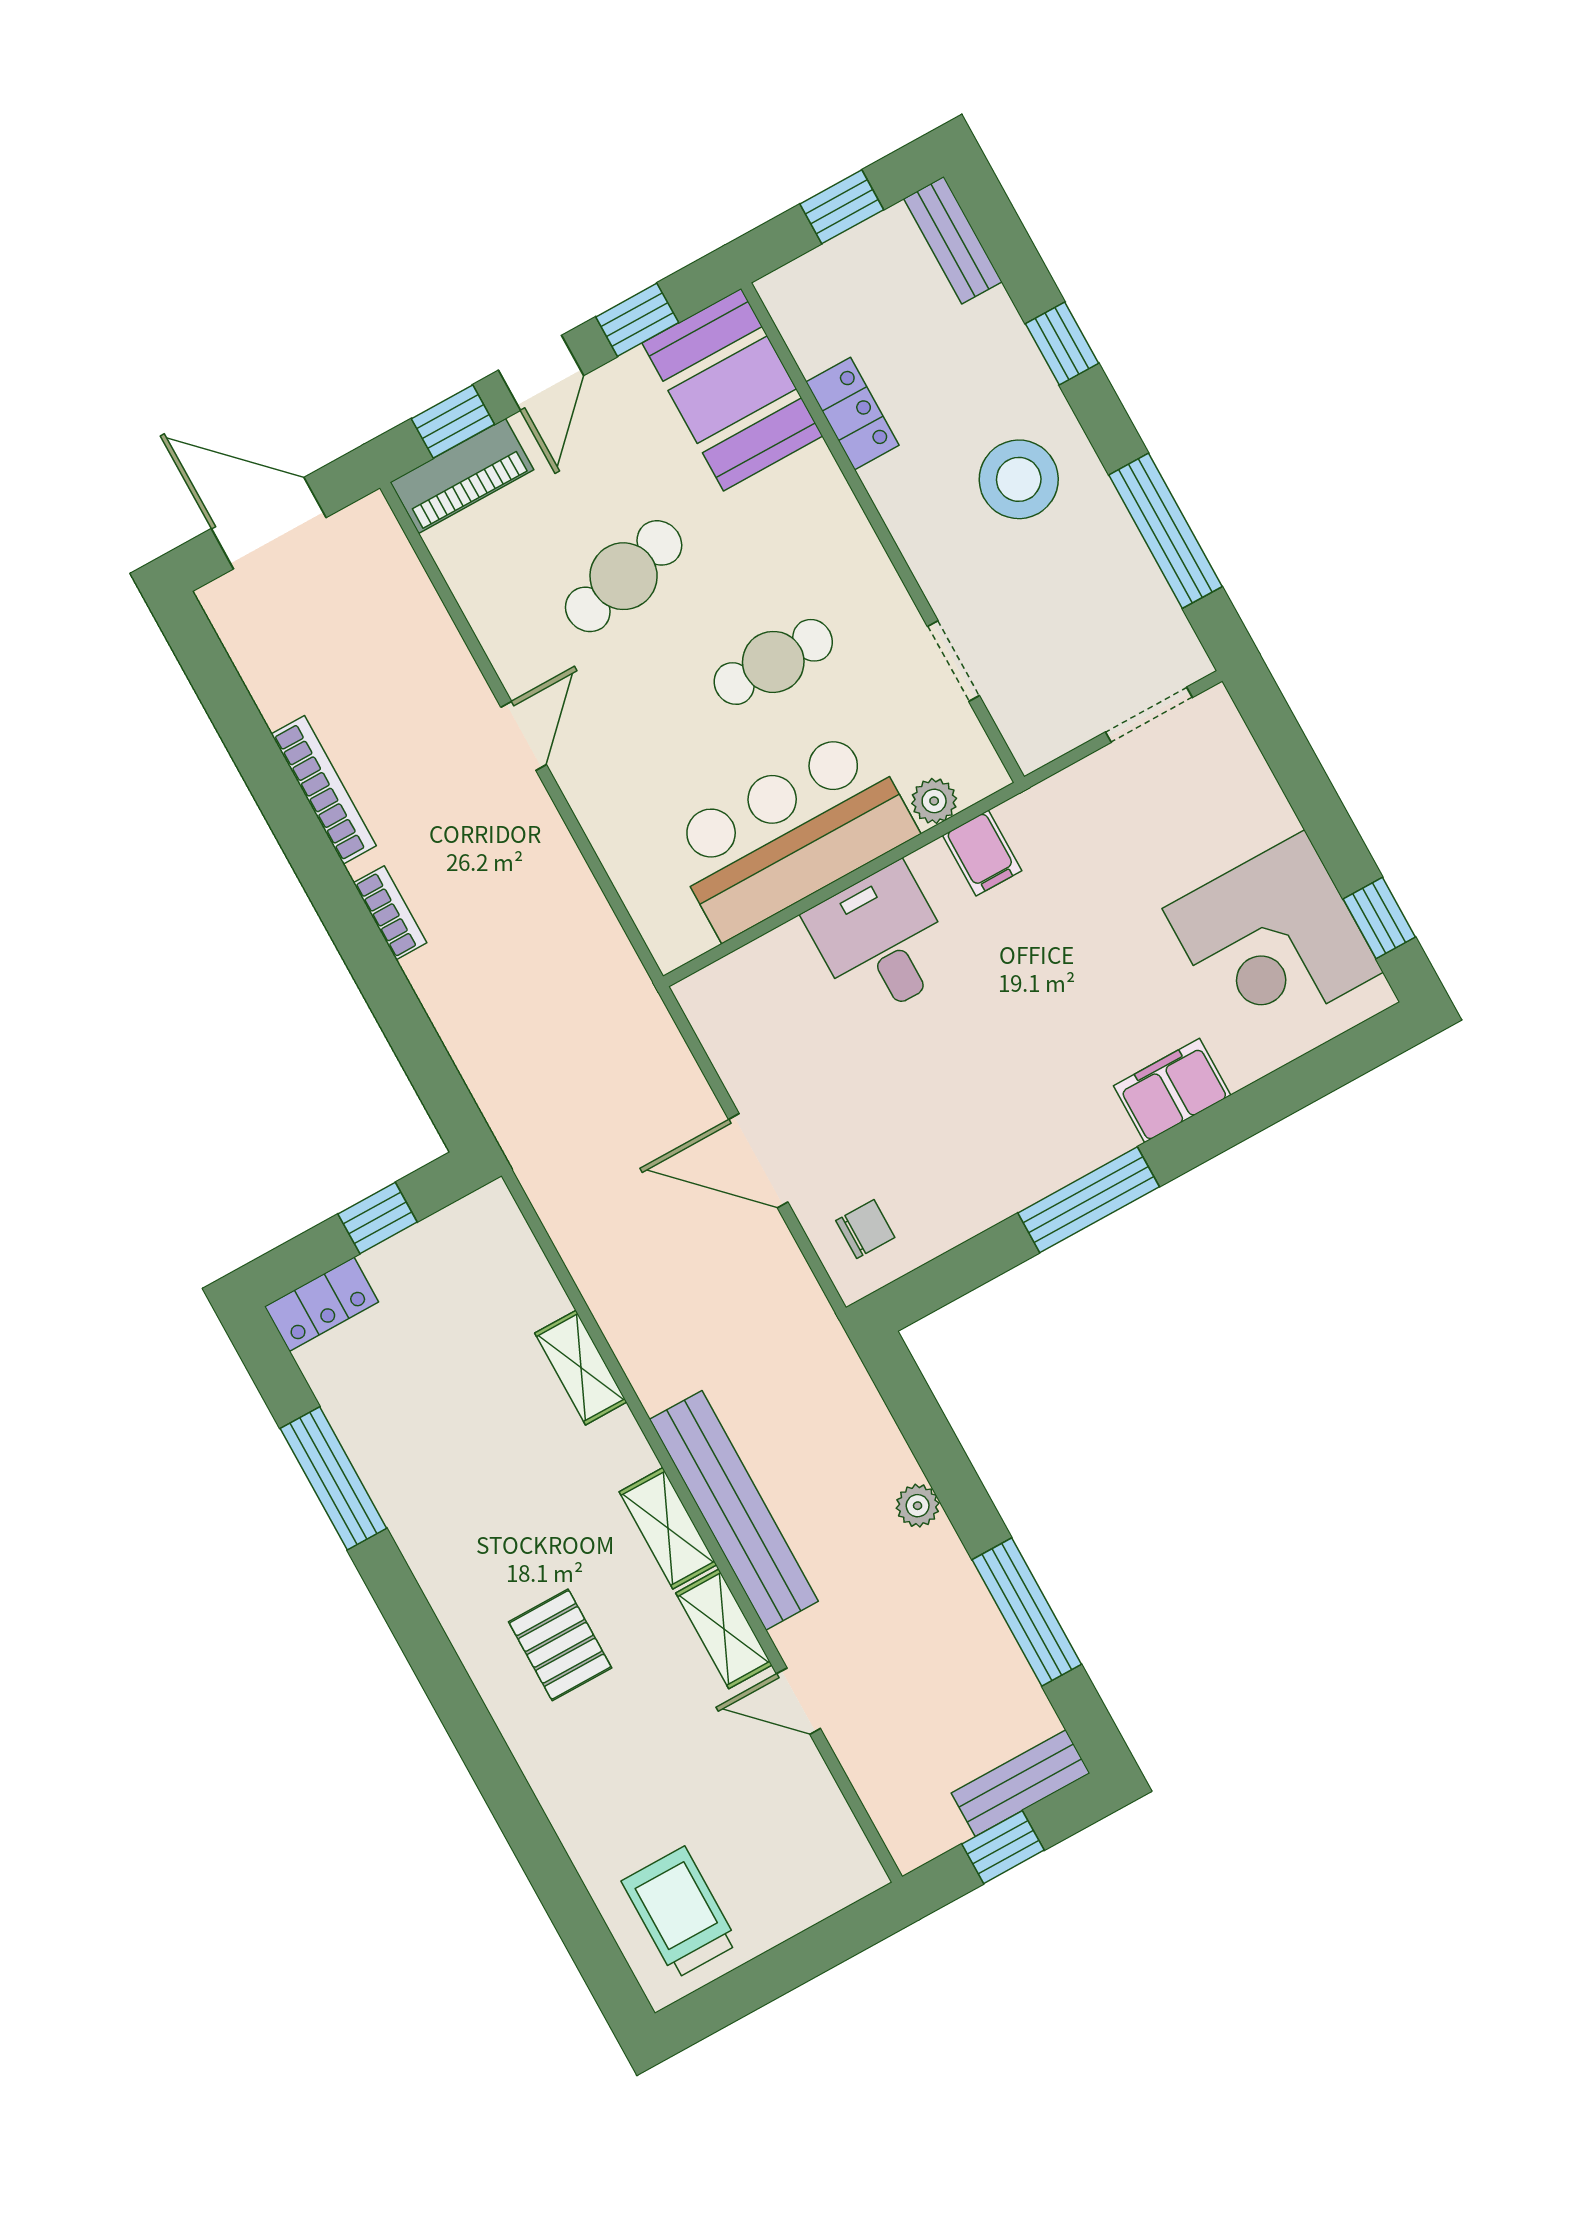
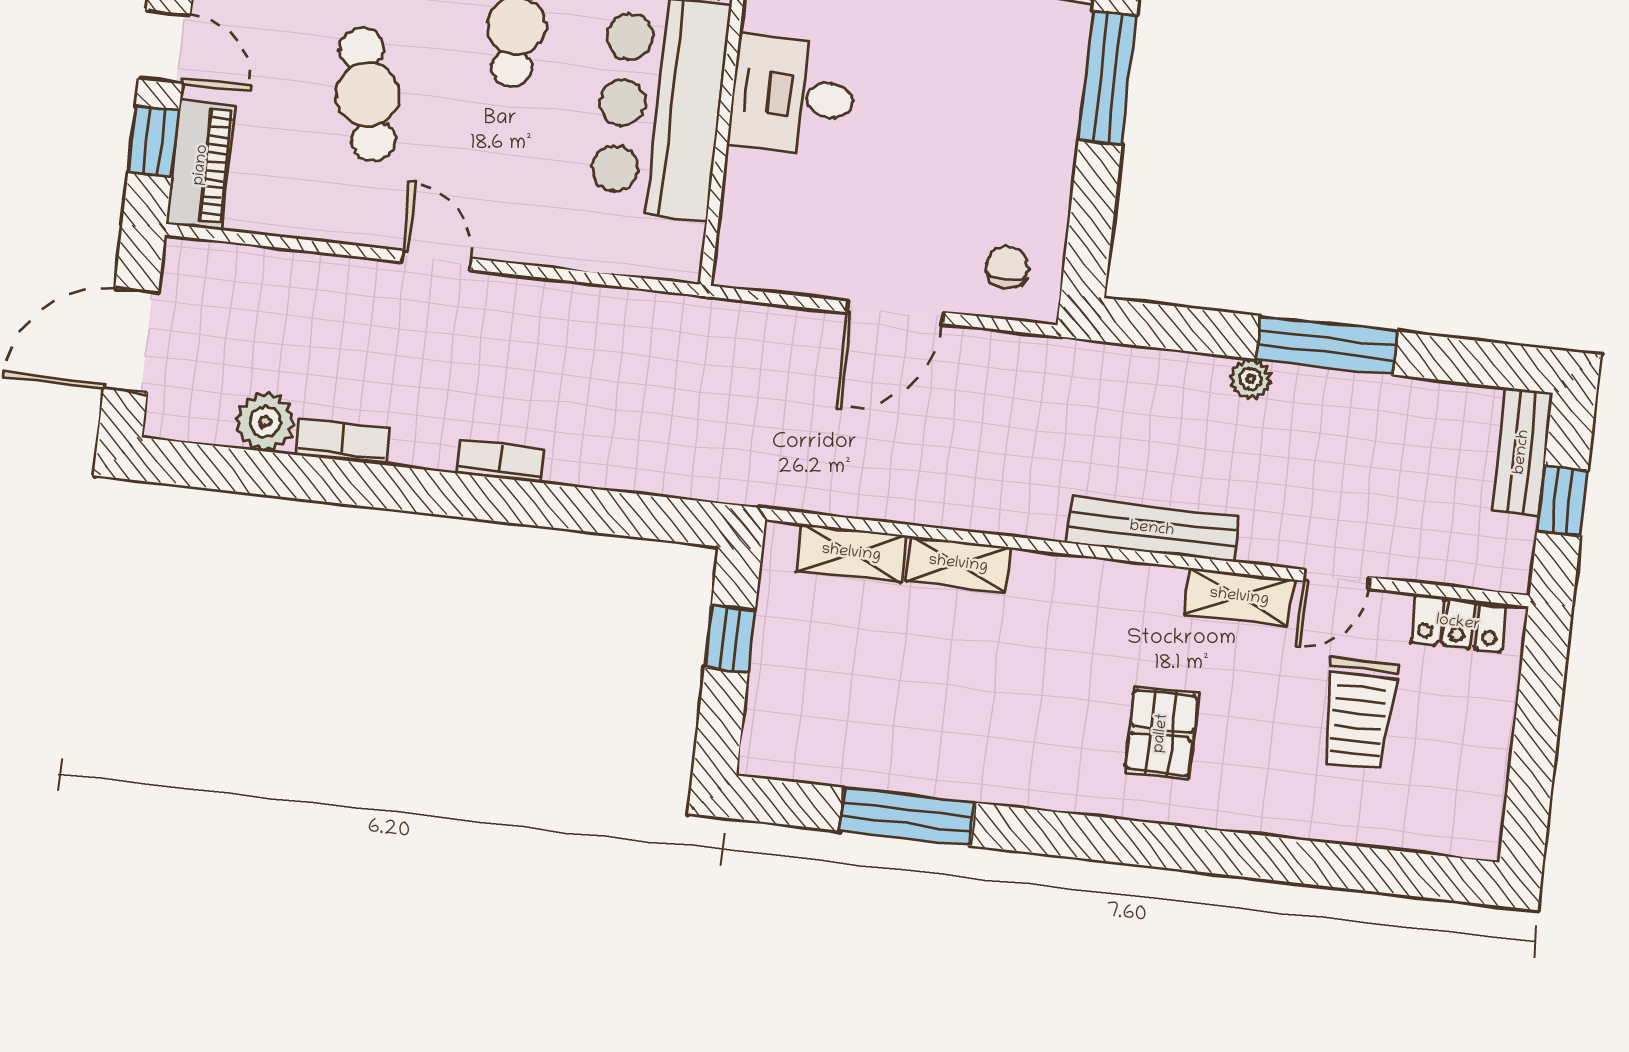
plant: (281, 688) -> (265, 422), added
bookcase: (324, 790) -> (343, 442), width x0.64
locker: (322, 1304) -> (1458, 623), moved, turned 90
bench: (734, 1510) -> (1152, 529), width x0.73, depth x0.82
shelving: (668, 1528) -> (851, 553), moved
window: (1027, 1612) -> (1327, 345), moved
pallet: (560, 1645) -> (1161, 733), turned 90
trolley: (680, 1912) -> (1359, 714), moved, turned -90

